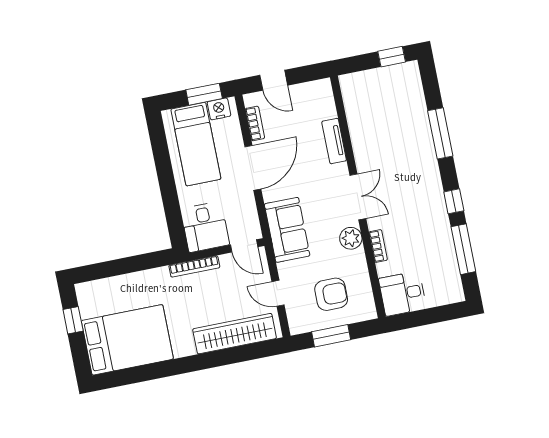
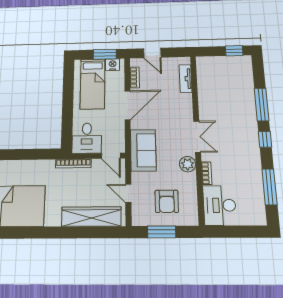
tv unit: (334, 141) -> (186, 79), moved
window: (454, 201) -> (265, 139), moved
armchair: (331, 294) -> (167, 201), turned 90
desk: (403, 294) -> (219, 205), width x1.37

